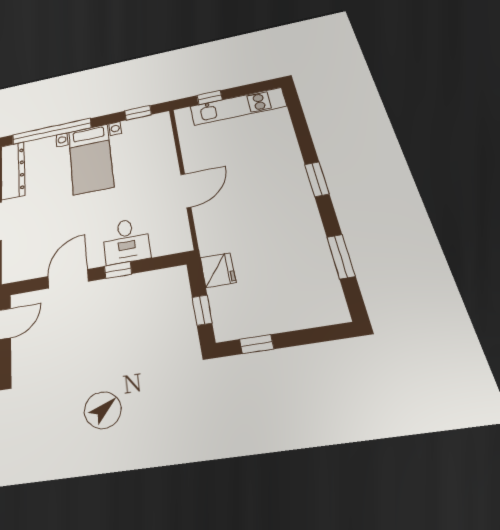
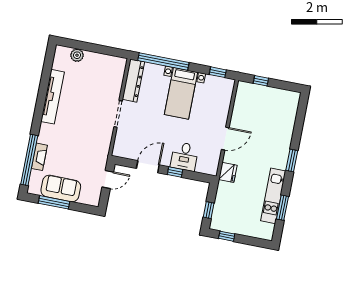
kitchen unit: (238, 106) -> (273, 196), moved, turned 90
fridge: (218, 270) -> (228, 172), moved

